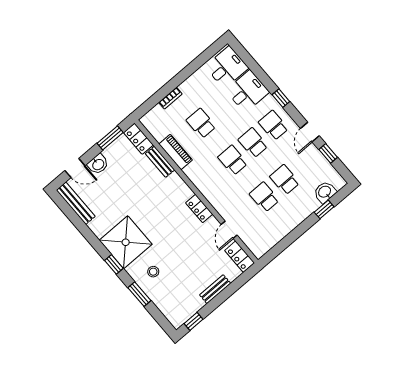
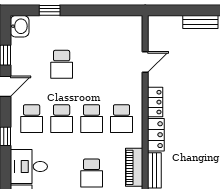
washbasin: (325, 192) -> (20, 26), moved, turned -90
school desk: (264, 197) -> (122, 119), moved
locker: (240, 257) -> (156, 135), moved

